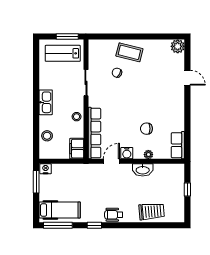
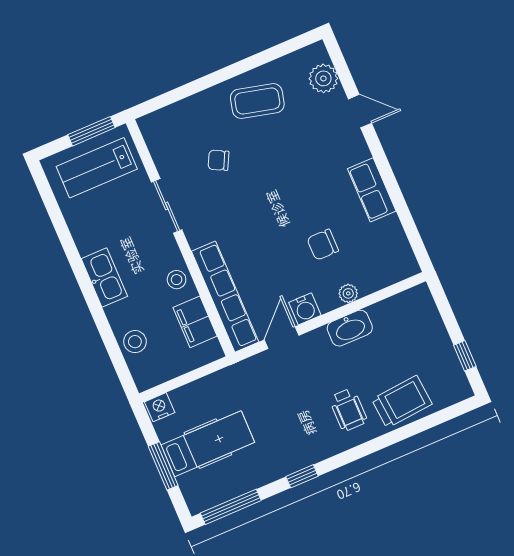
plant: (178, 46) -> (323, 78), moved
coffee table: (129, 52) -> (257, 101), moved
row of seats: (178, 145) -> (372, 190), moved
filing cabinet: (77, 149) -> (195, 322), moved
window: (36, 182) -> (163, 466), moved
window: (187, 190) -> (465, 356), moved
hospital bed: (60, 210) -> (208, 444), moved
wheelchair: (114, 215) -> (348, 410), moved, turned -90

